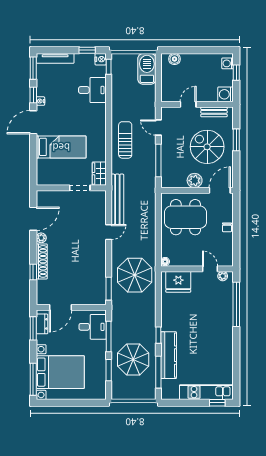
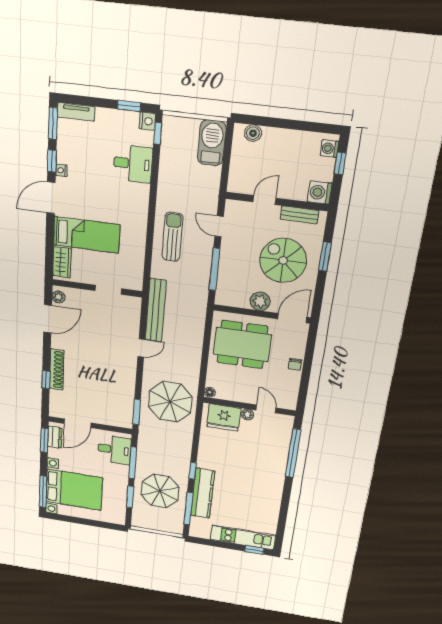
tv unit: (55, 58) -> (76, 112), width x0.71
wardrobe: (99, 174) -> (62, 262), moved, turned 180
plant: (41, 238) -> (58, 297), moved
plant: (223, 276) -> (247, 415), moved

